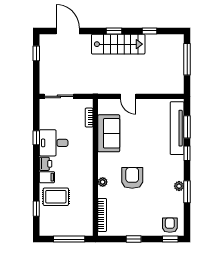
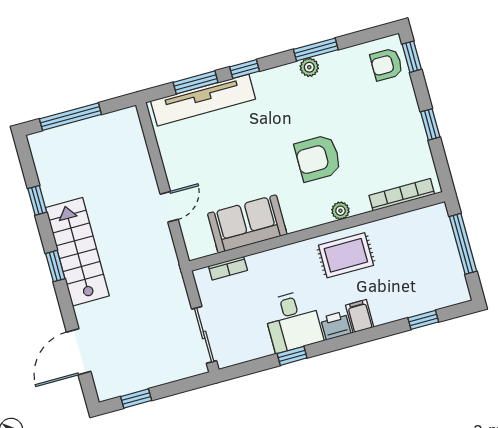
rug: (56, 197) -> (346, 255), moved, turned 90

